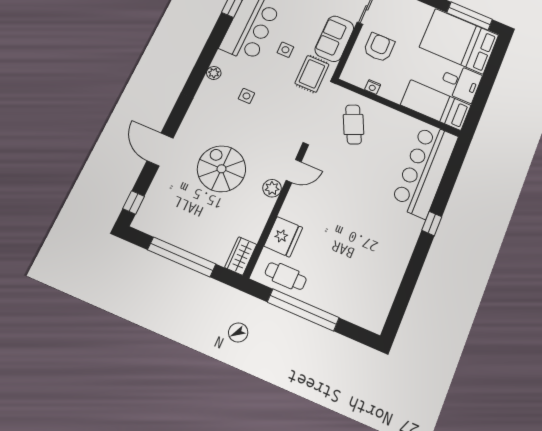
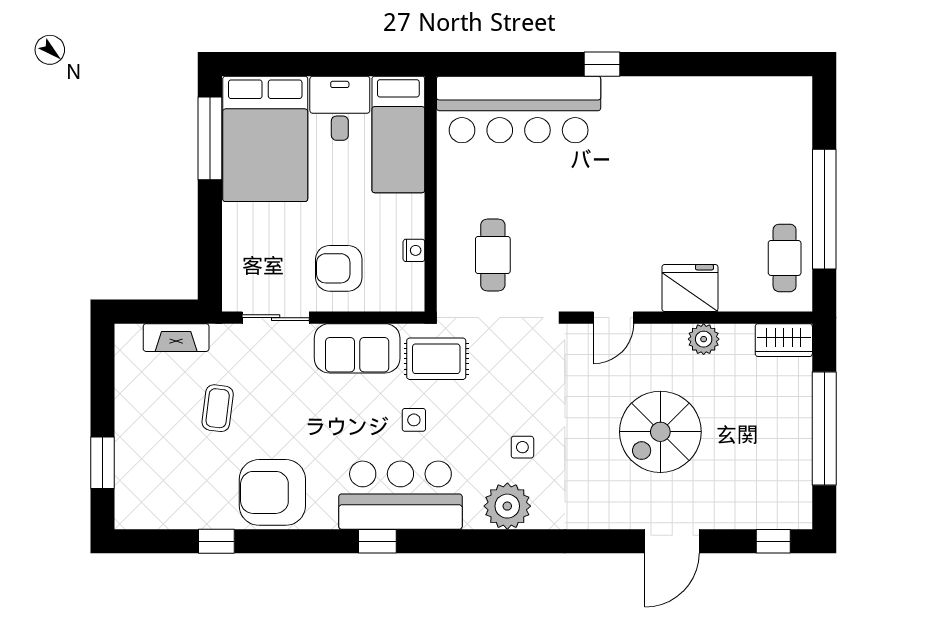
plant: (214, 73) -> (507, 506), width x1.87, depth x1.87
cafe table: (353, 124) -> (493, 255), turned -65
door: (294, 171) -> (613, 318), swing flipped
plant: (272, 188) -> (704, 339), moved
fridge: (283, 237) -> (690, 288), moved

